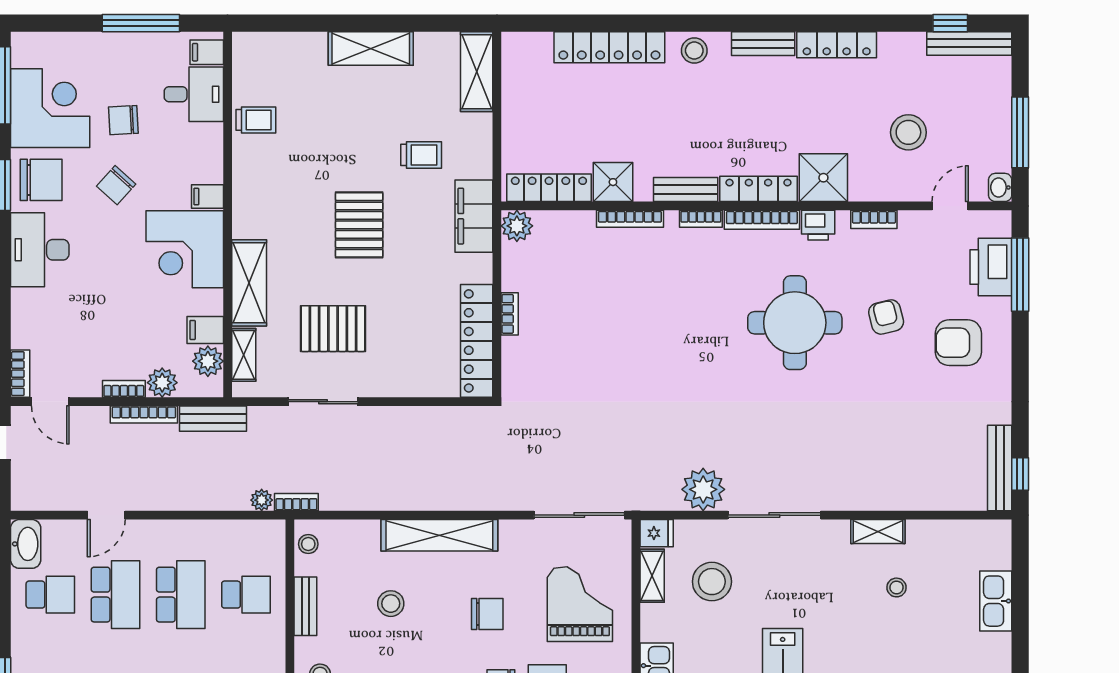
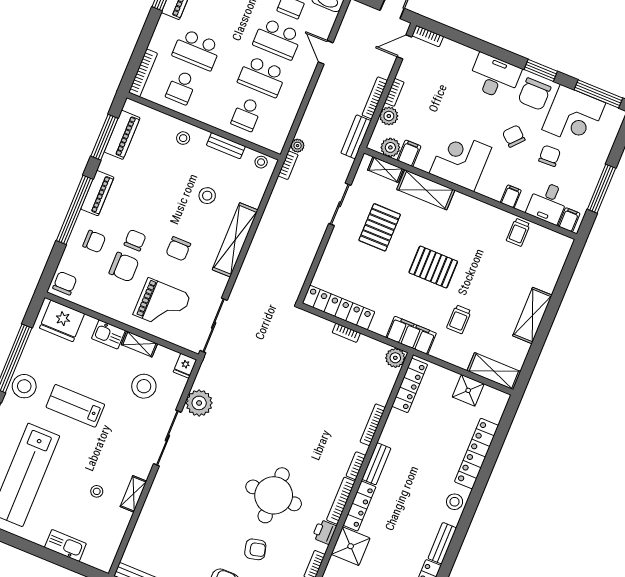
shower: (613, 182) -> (468, 390), moved
filing cabinet: (207, 197) -> (511, 197), moved
shelving: (652, 576) -> (139, 344), moved

